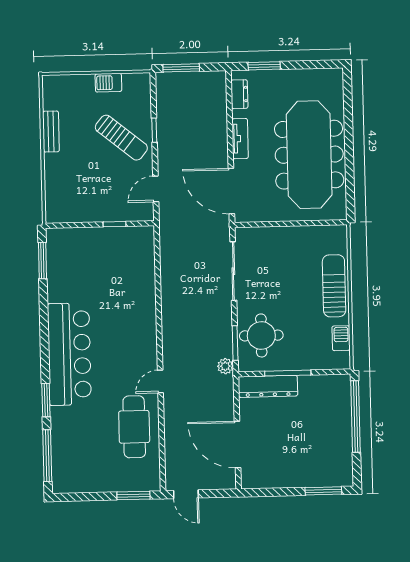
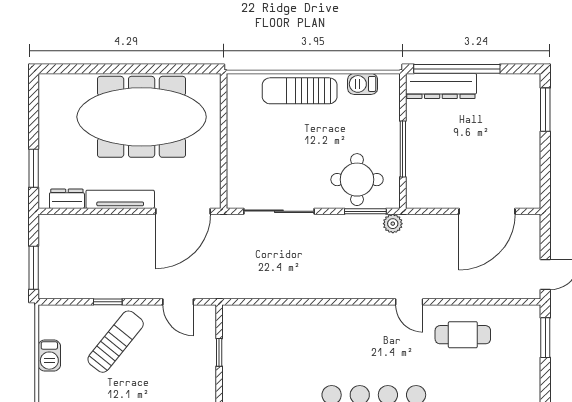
tv unit: (240, 139) -> (120, 199), width x1.41
dresser: (268, 386) -> (441, 86), moved, turned 90
cafe table: (134, 427) -> (463, 335), width x0.73, depth x0.74

